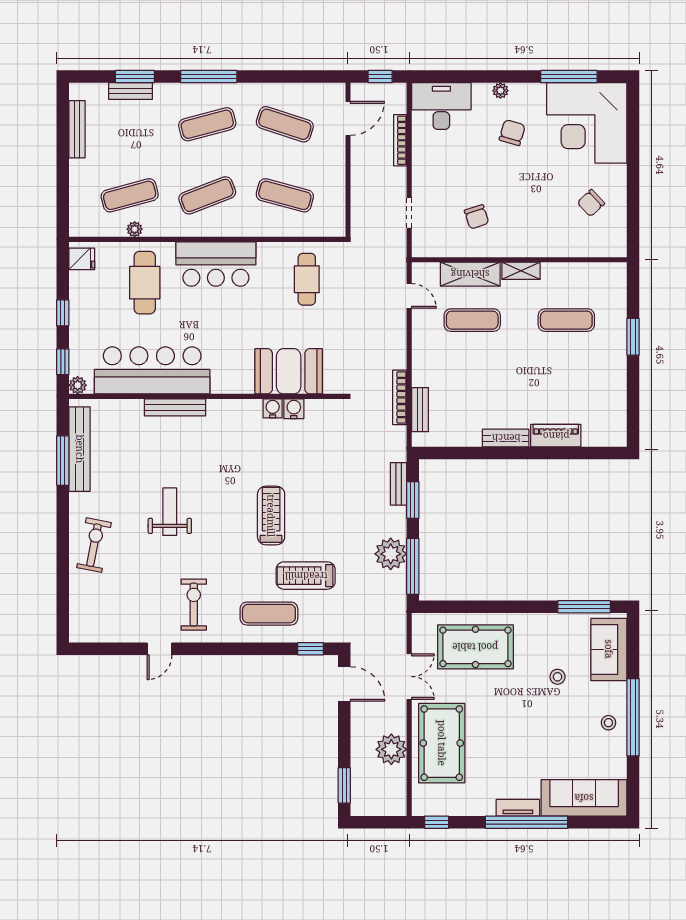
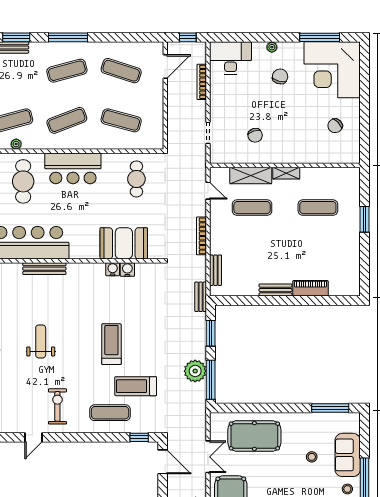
bookcase: (400, 397) -> (201, 236), moved
bench: (399, 484) -> (201, 297), moved
sofa: (609, 649) -> (348, 455), moved

